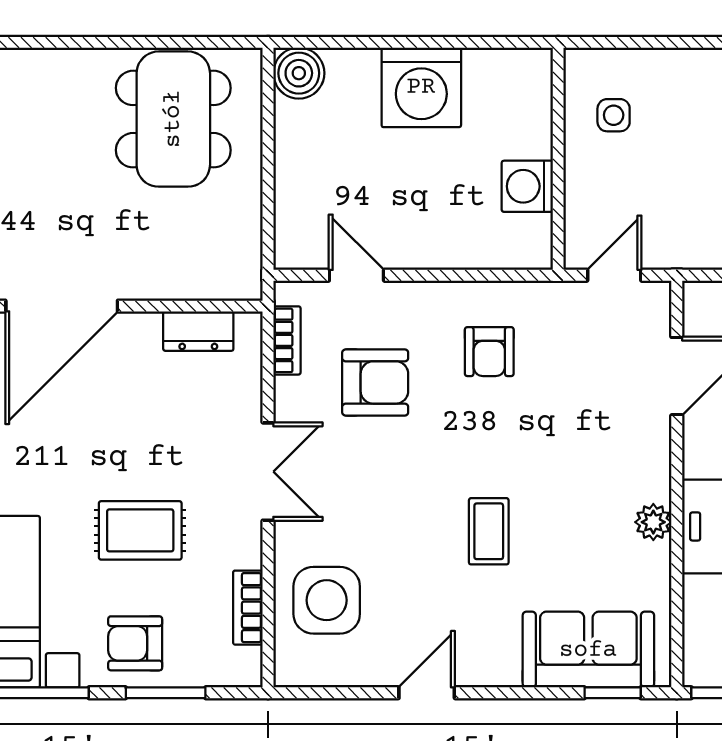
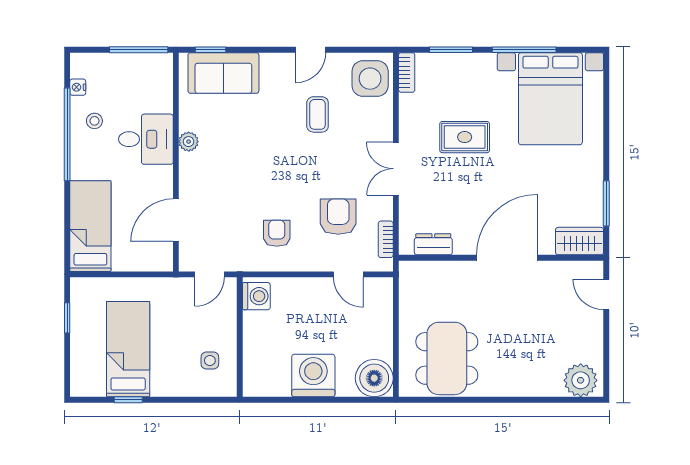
boiler: (299, 73) -> (374, 378), width x1.37, depth x1.37
washing machine: (527, 186) -> (256, 296), moved
armchair: (375, 382) -> (338, 217), turned 90
coffee table: (489, 531) -> (318, 114), moved
side table: (327, 600) -> (370, 79), moved
bookcase: (248, 608) -> (407, 72), moved
armchair: (135, 643) -> (467, 76), removed

